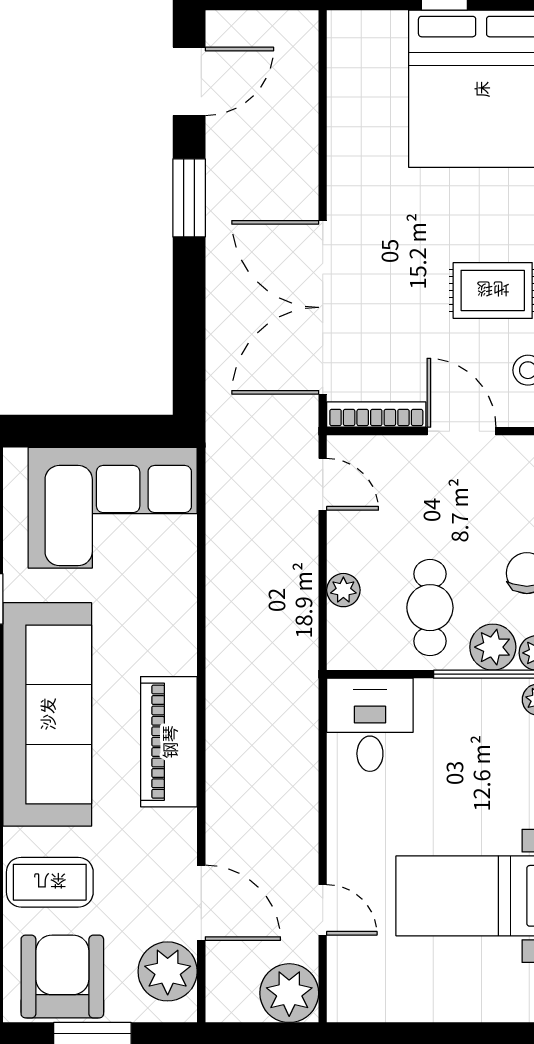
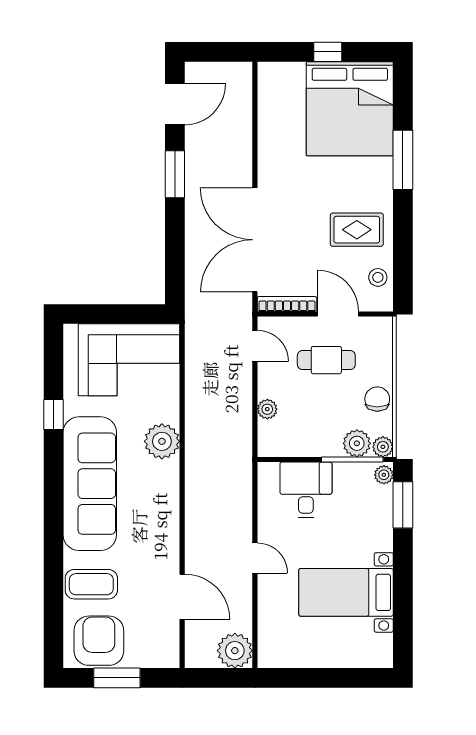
cafe table: (430, 608) -> (326, 360), moved, turned 90
desk: (370, 725) -> (306, 490), moved
piano: (169, 742) -> (163, 500), removed
door: (323, 910) -> (255, 558), moved
plant: (168, 971) -> (162, 441), moved

